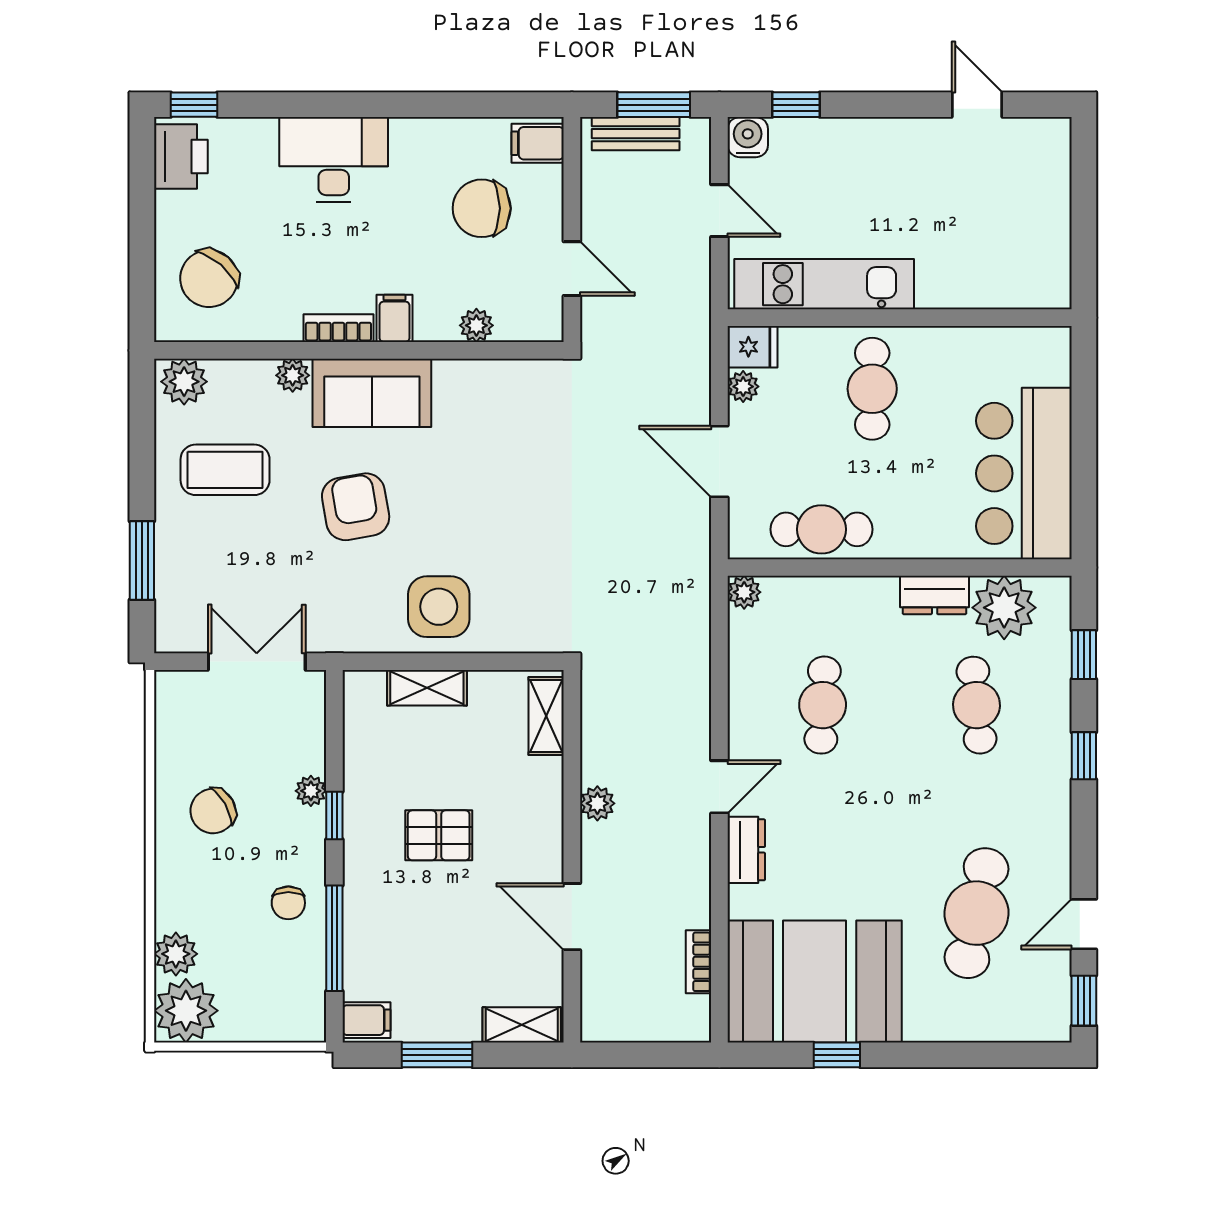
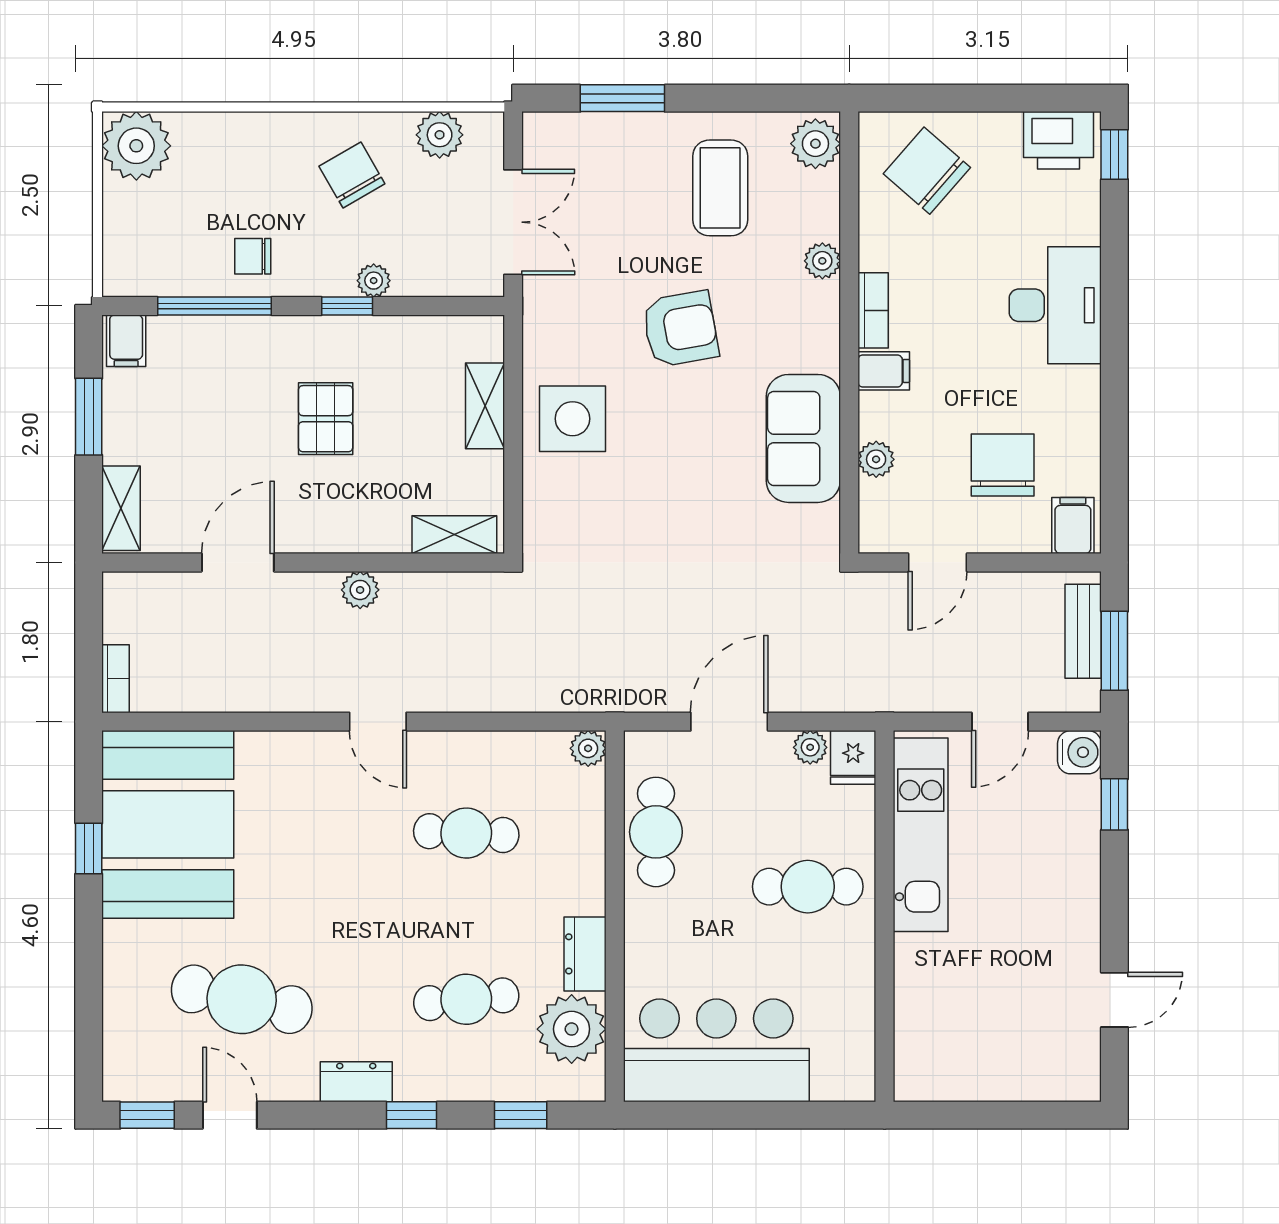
sofa: (372, 393) -> (803, 438), moved
dresser: (746, 850) -> (356, 1082), moved, turned 180
plant: (176, 954) -> (440, 135), moved
bookcase: (699, 962) -> (116, 679), moved, turned 90

